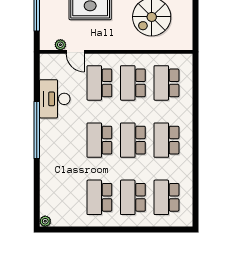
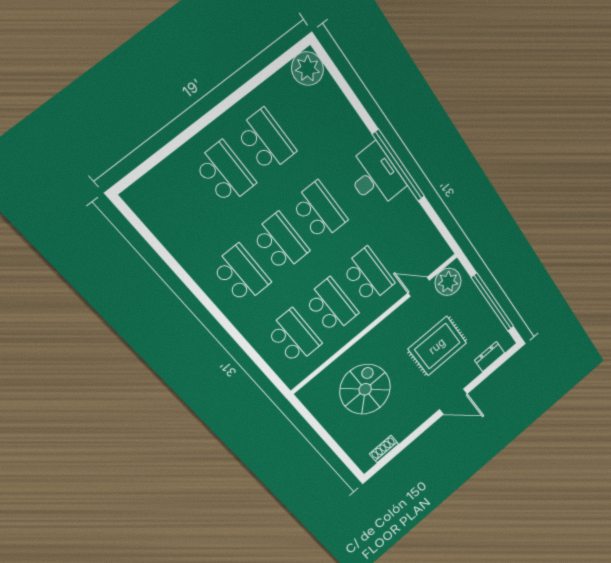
plant: (60, 45) -> (448, 282), width x1.88, depth x1.88
desk: (55, 99) -> (375, 177), moved
school desk: (166, 197) -> (183, 206), removed
plant: (45, 221) -> (308, 69), width x1.87, depth x1.87

